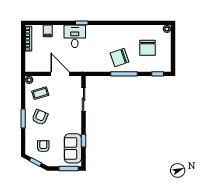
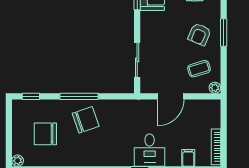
chair: (148, 48) -> (45, 134), turned -90
door: (60, 74) -> (171, 96), hinge flipped

